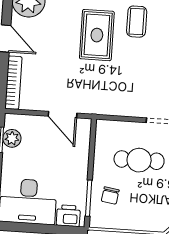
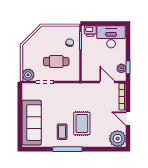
door: (63, 115) -> (107, 82), moved

